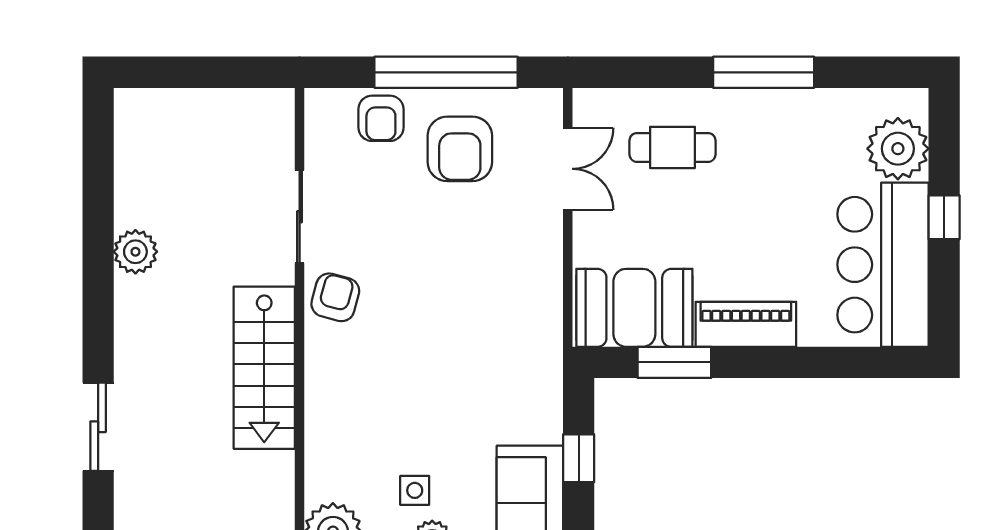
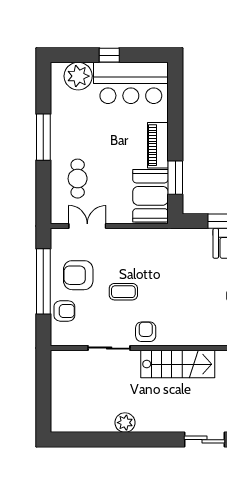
armchair: (460, 149) -> (78, 275), turned 180
coffee table: (423, 248) -> (123, 292), added
armchair: (335, 297) -> (146, 332), turned 75

